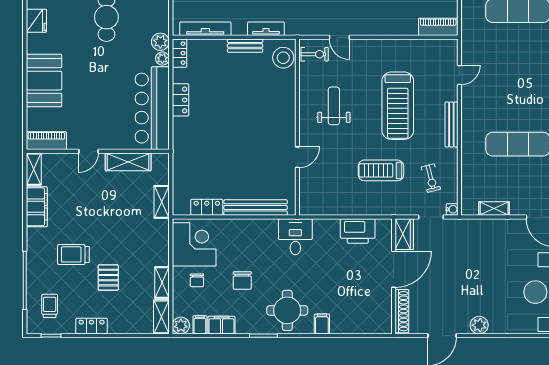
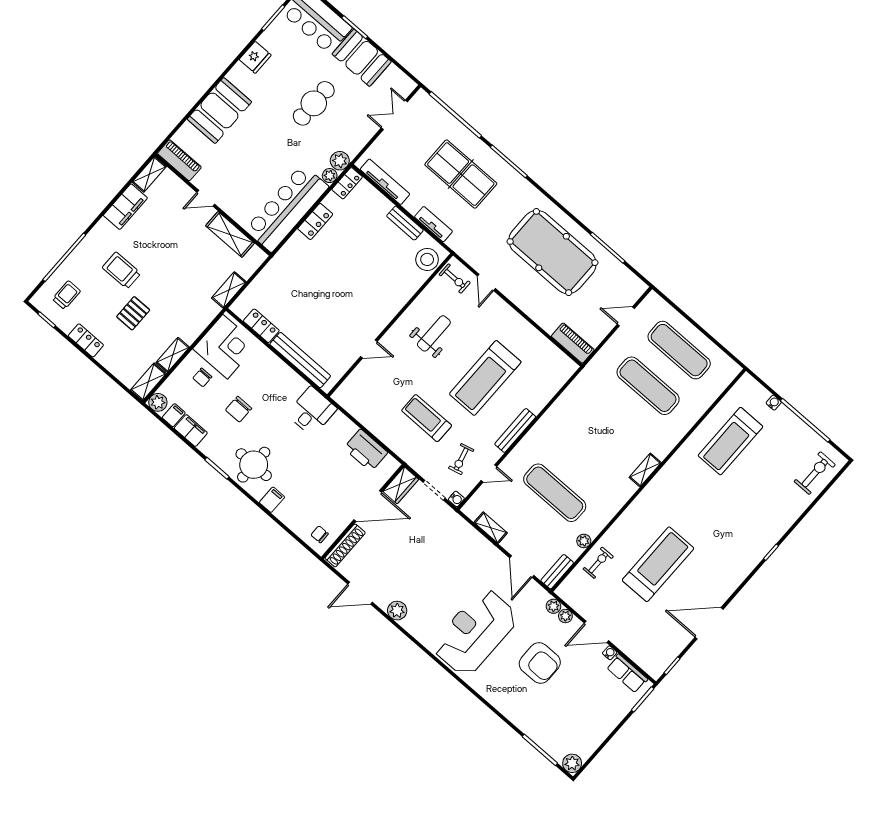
door: (459, 75) -> (489, 473), moved
chair: (377, 319) -> (320, 534), added

